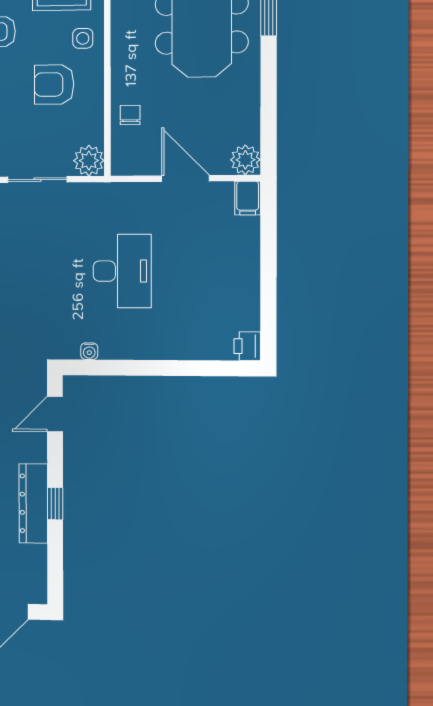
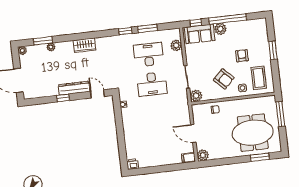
armchair: (54, 84) -> (224, 79), turned 135
door: (186, 178) -> (193, 133), swing flipped
desk: (122, 271) -> (152, 84), moved
dresser: (33, 503) -> (74, 88), moved

